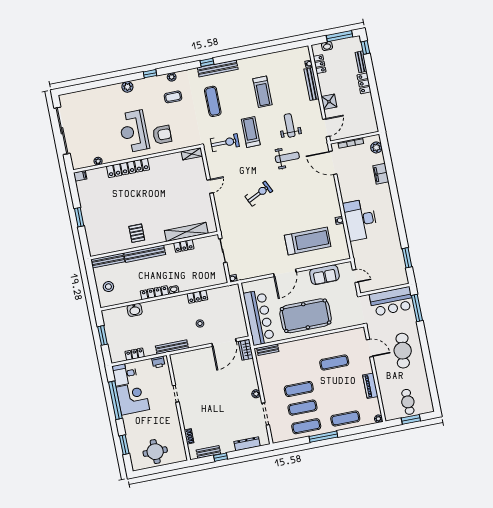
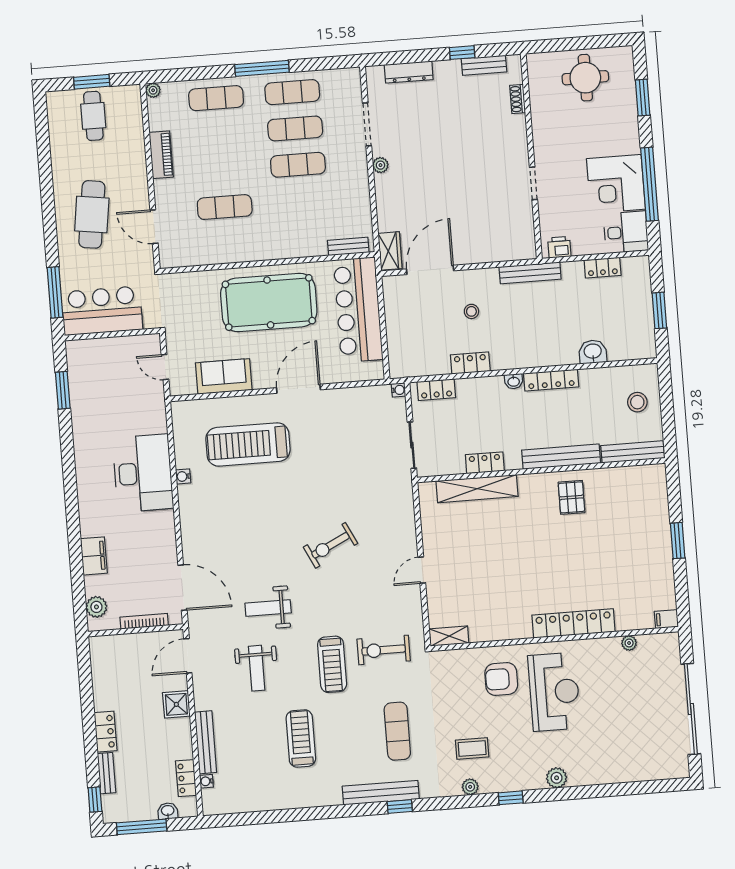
locker: (213, 281) -> (436, 390), added

